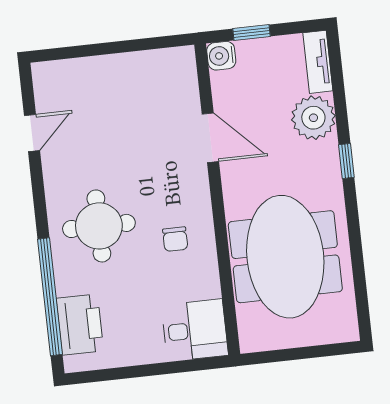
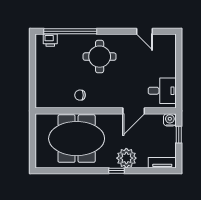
plant: (313, 118) -> (126, 158), moved
chair: (175, 239) -> (80, 95), moved
printer: (80, 325) -> (50, 40), width x0.53, depth x0.68
desk: (195, 330) -> (162, 91), moved, turned -90

